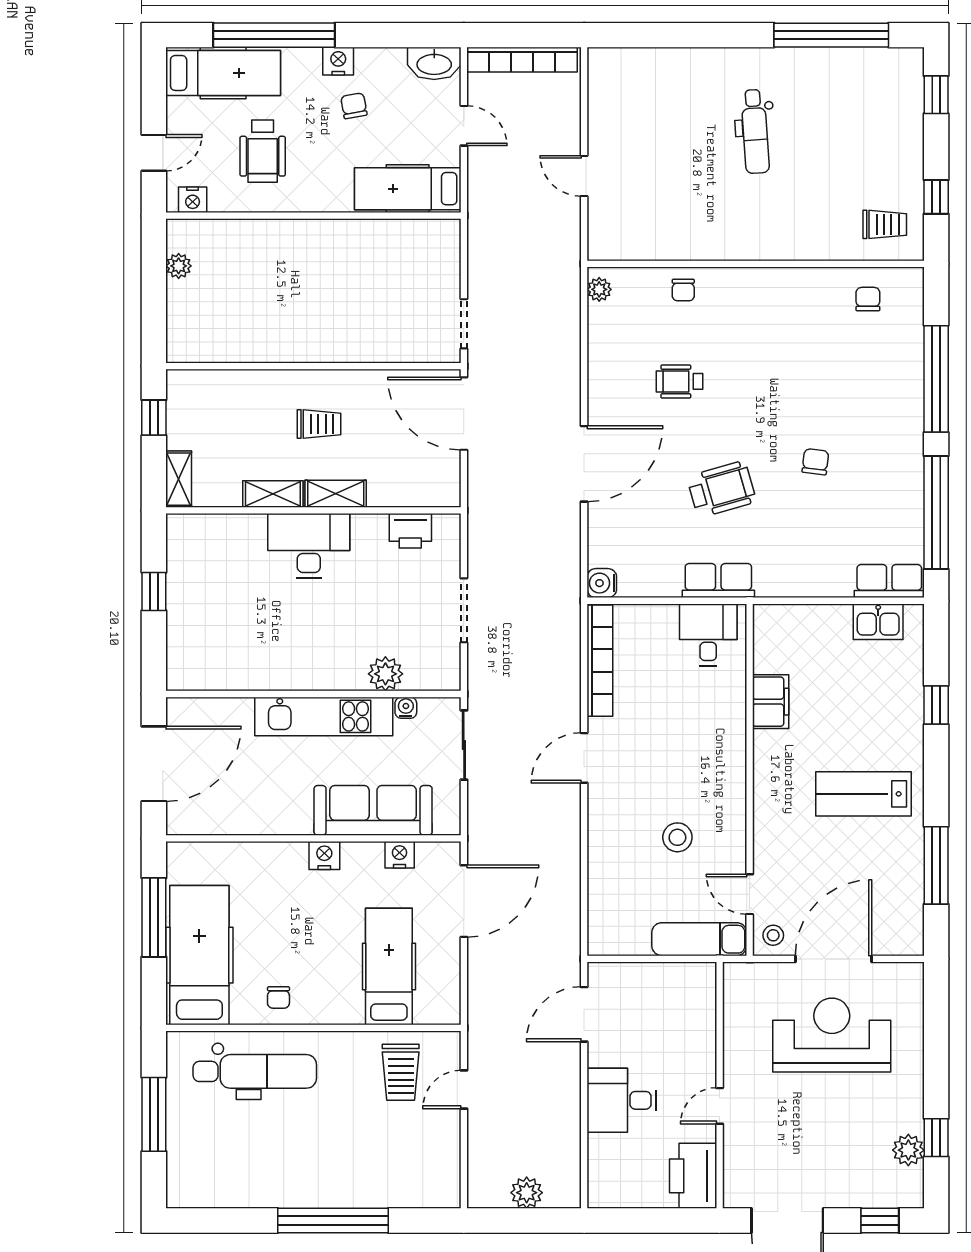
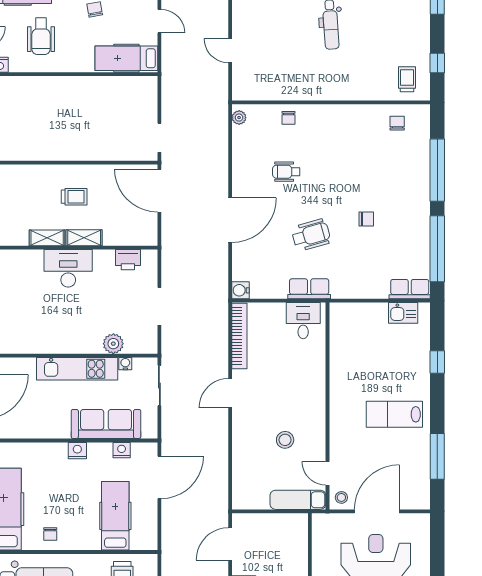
trolley: (885, 224) -> (407, 79), turned -90
chair: (815, 462) -> (366, 219), turned 83
filing cabinet: (771, 702) -> (340, 360), removed

